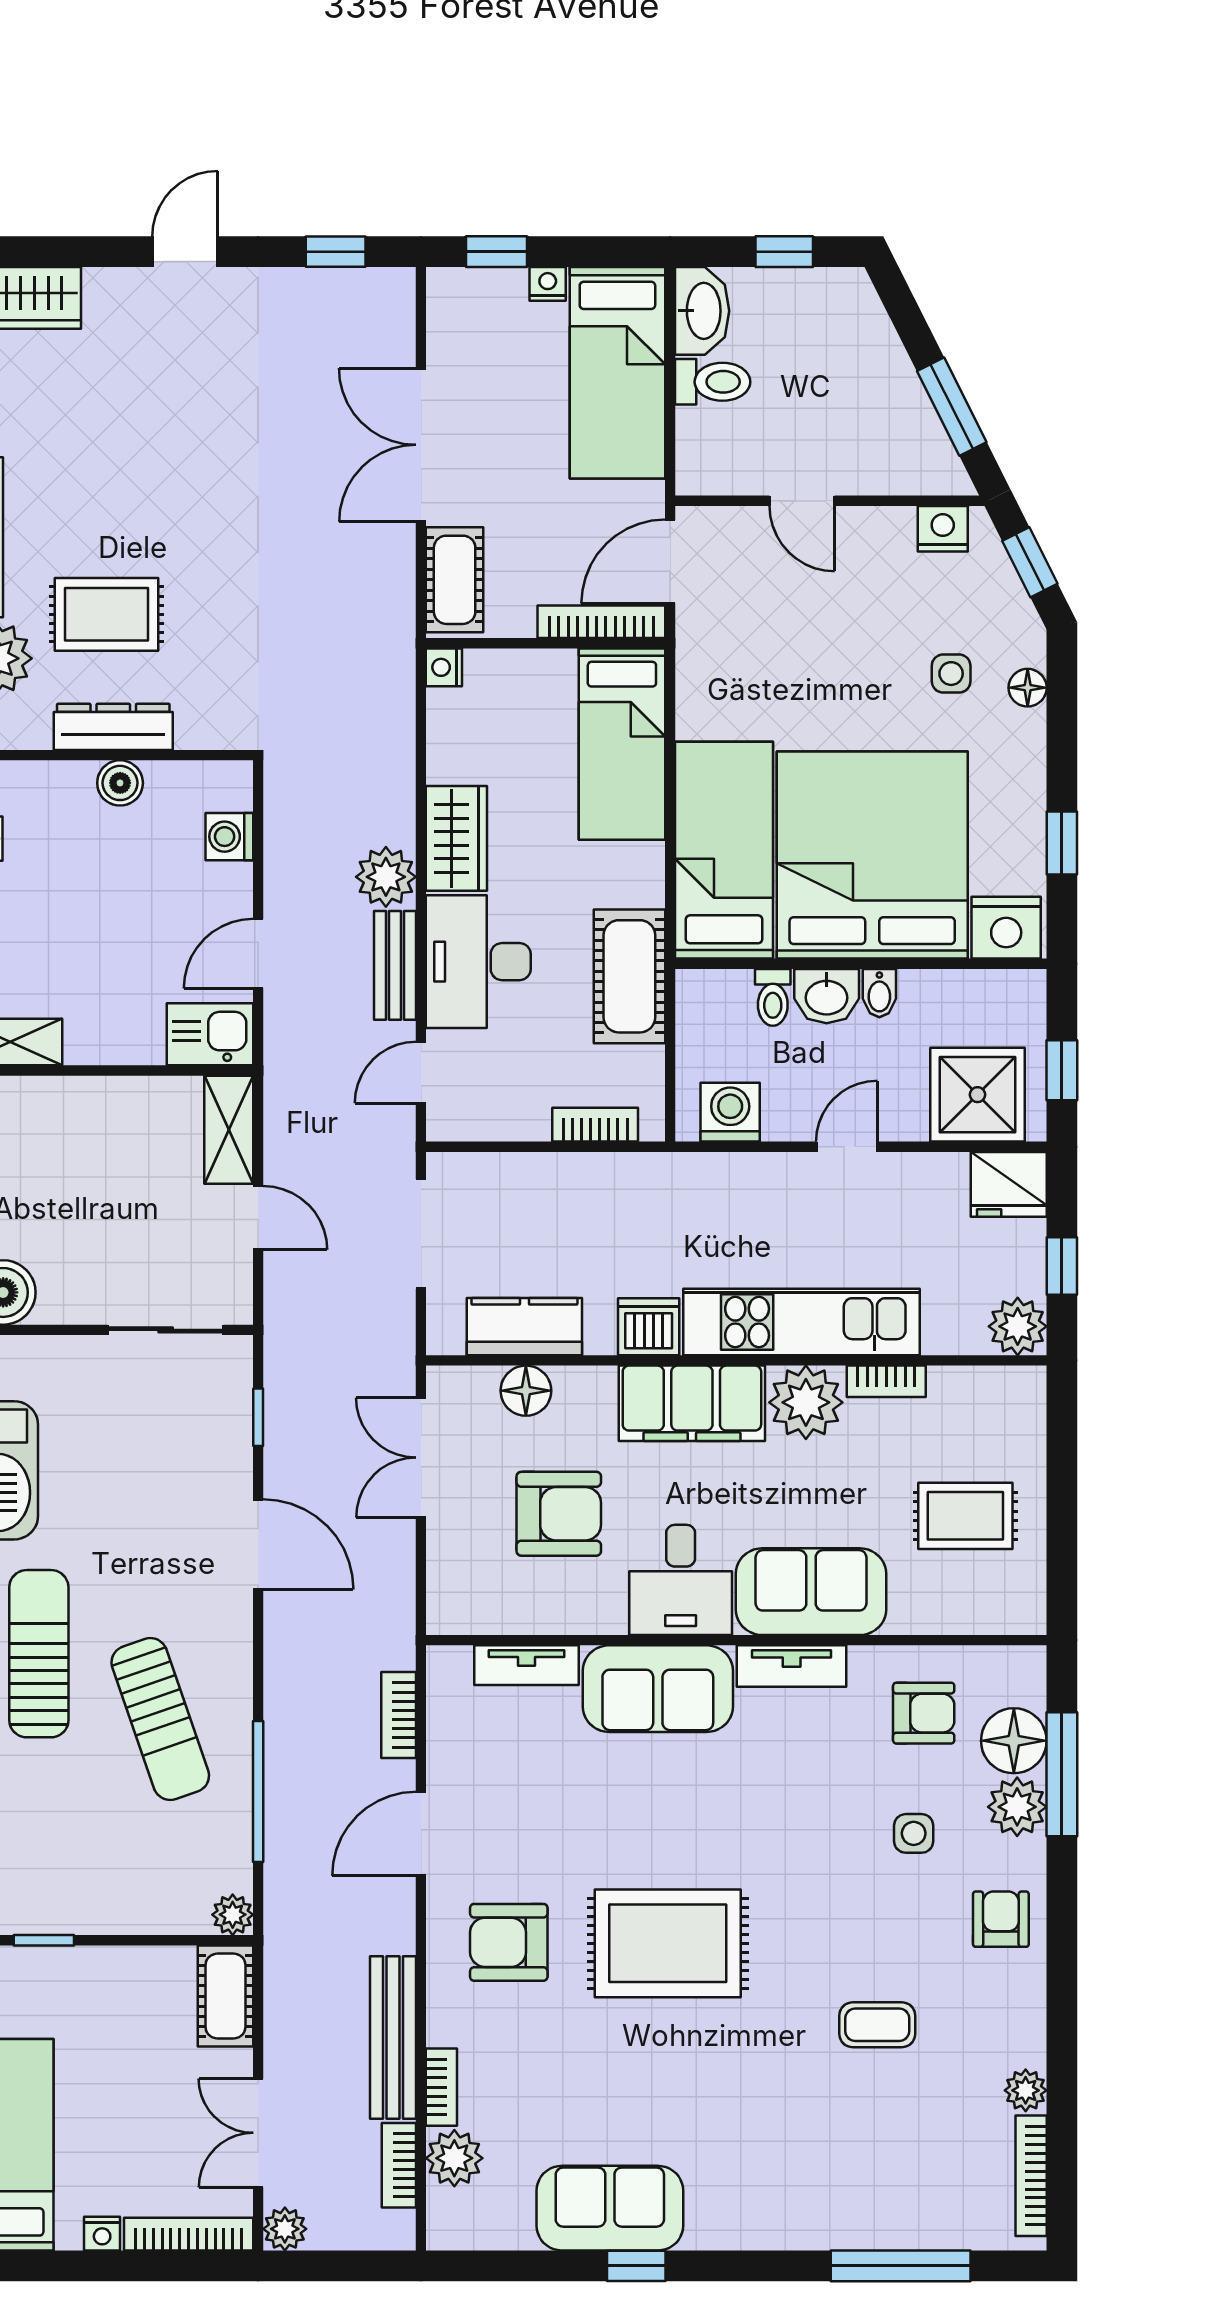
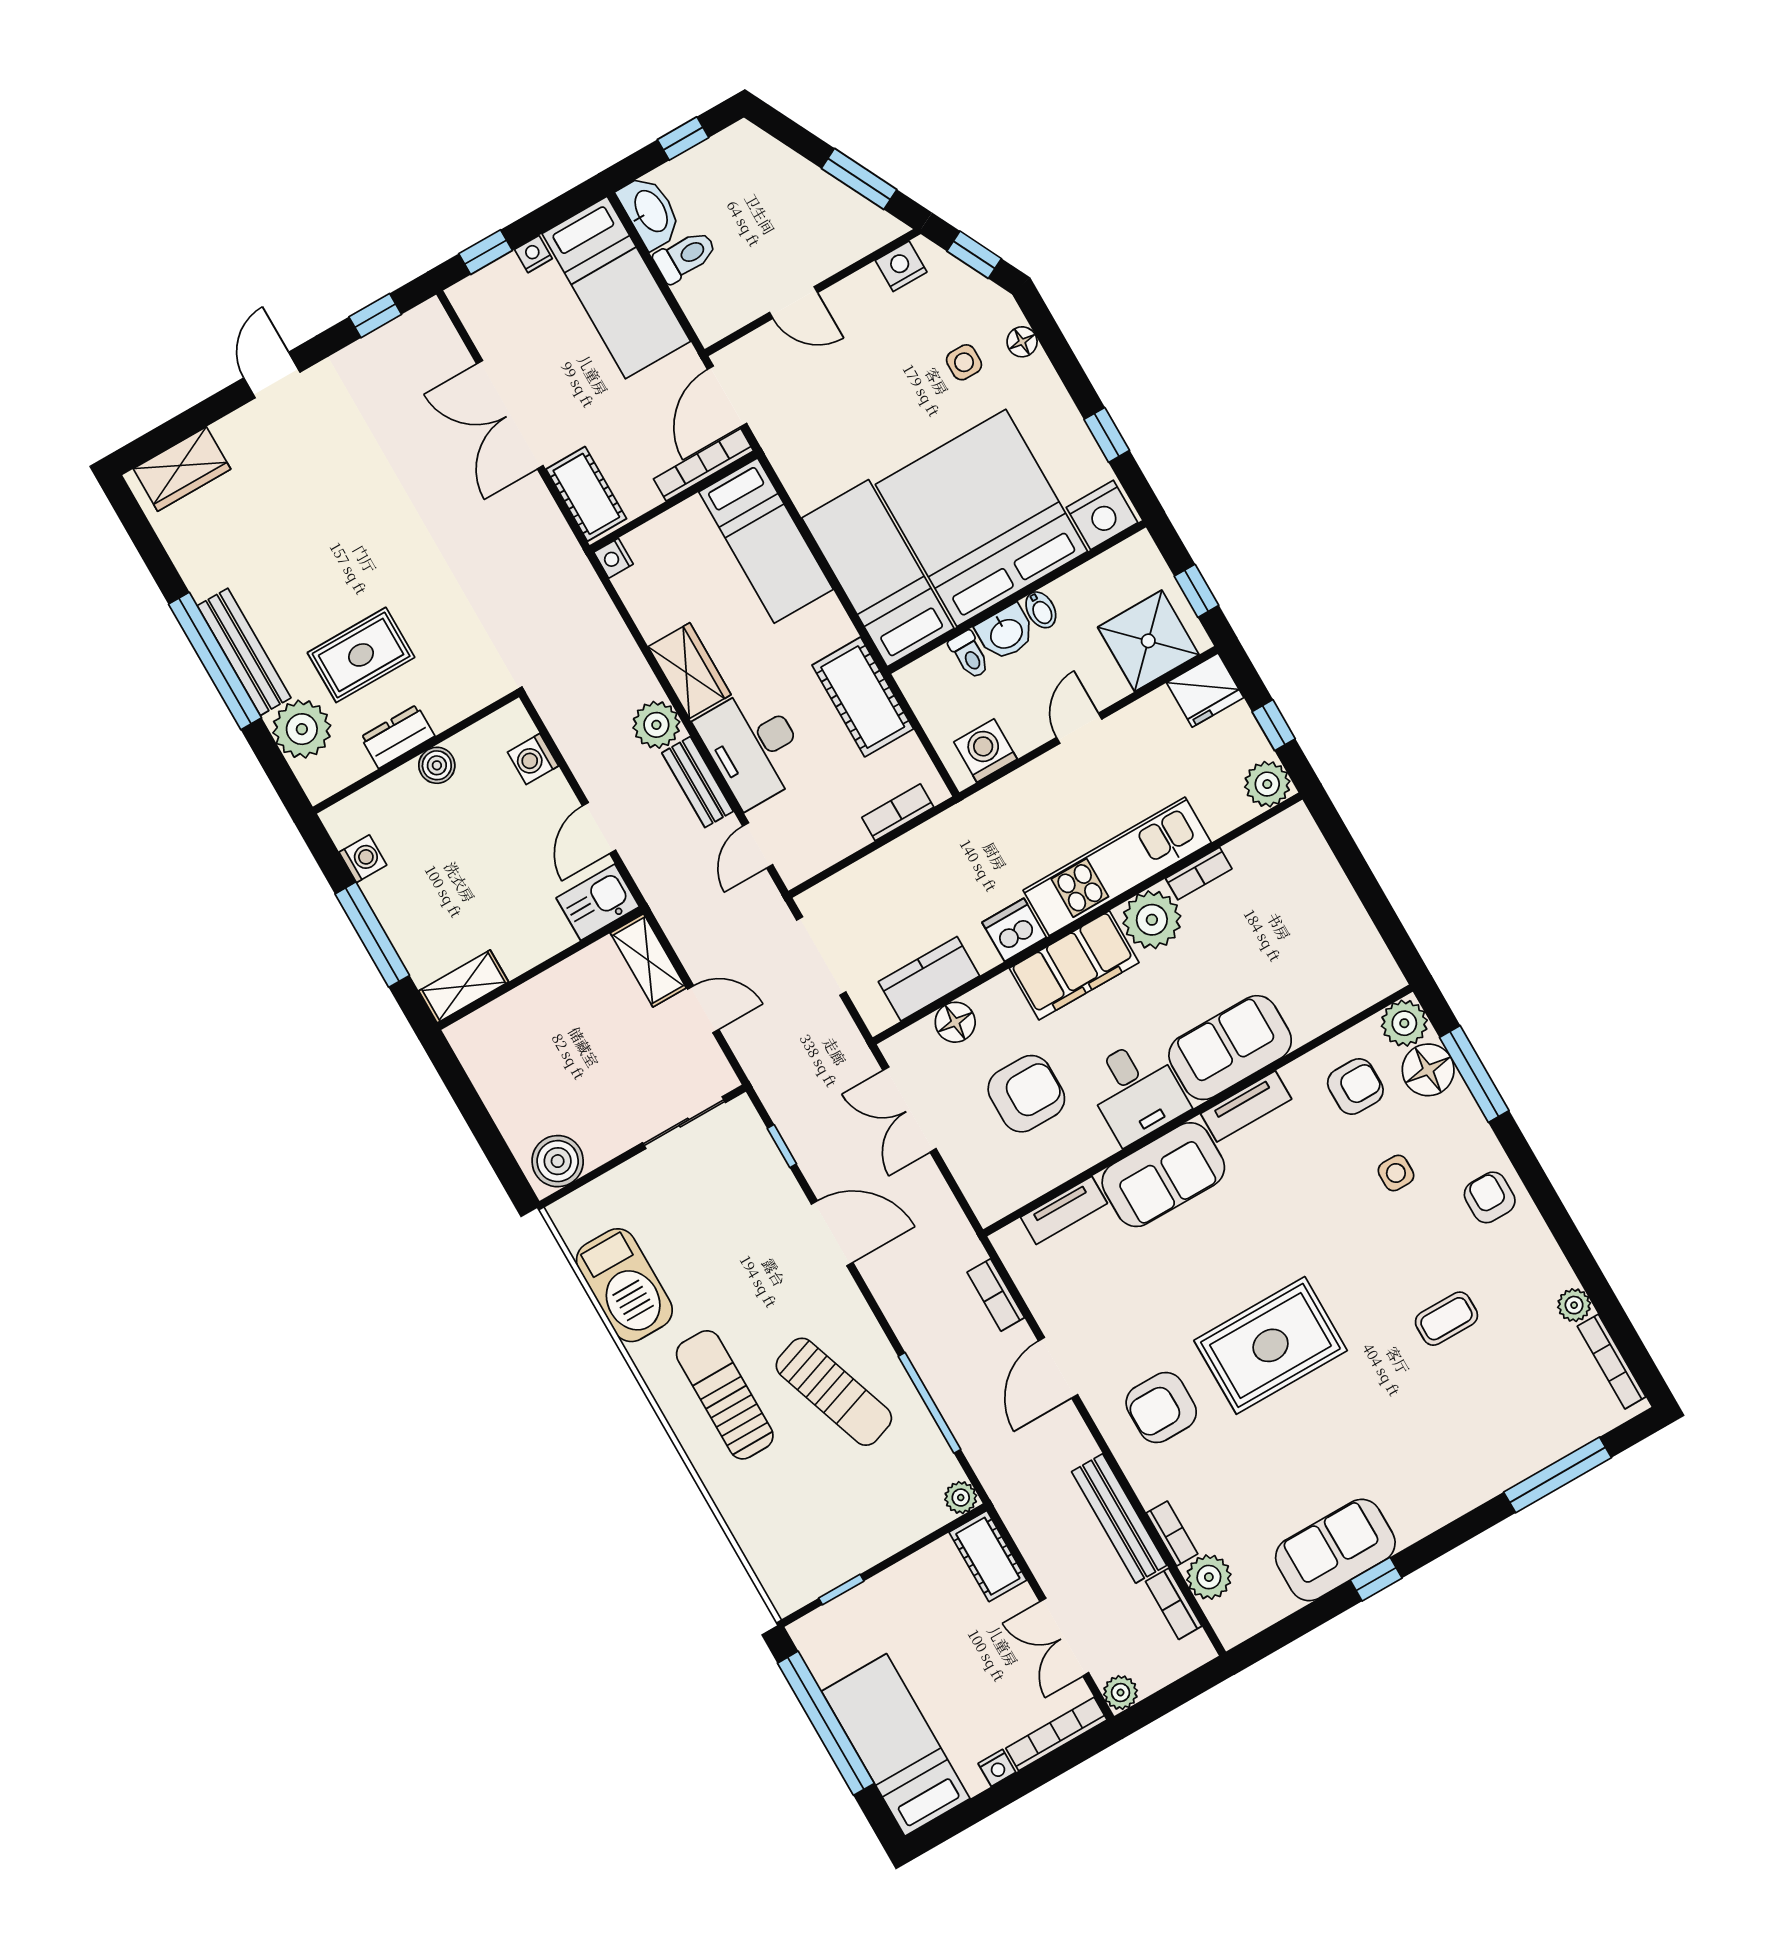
dresser: (113, 727) -> (398, 737), width x0.70
rug: (965, 1516) -> (1306, 935), removed
plant: (1017, 1807) -> (1404, 1023), moved

